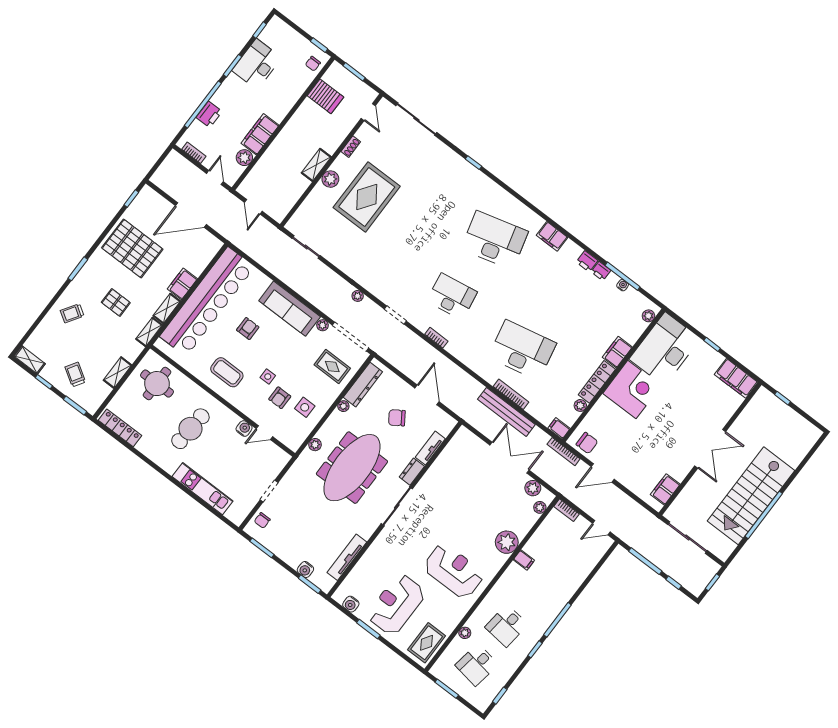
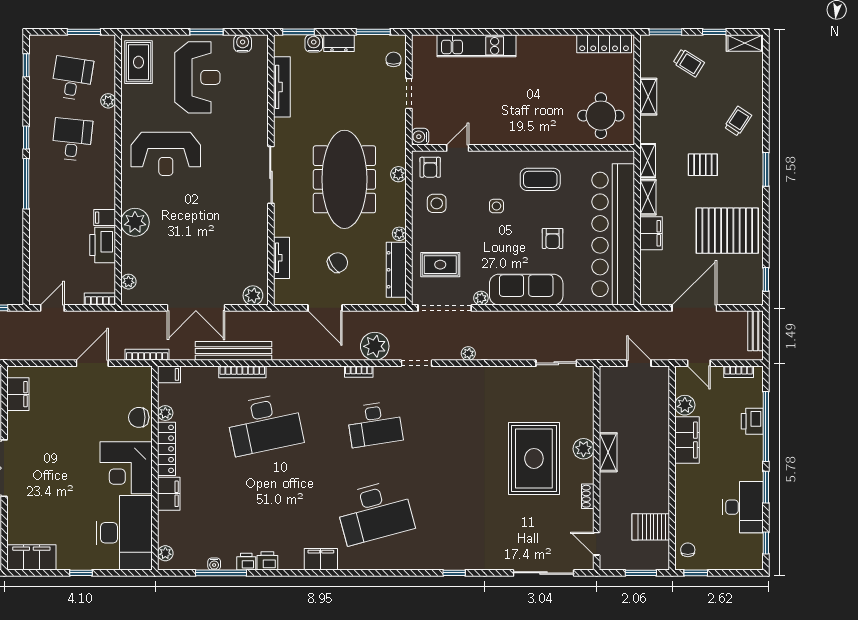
bench: (163, 171) -> (755, 331), added
plant: (414, 346) -> (375, 346), added
armchair: (280, 398) -> (430, 167), moved, turned 180
cafe table: (190, 429) -> (534, 96), removed
water cooler: (244, 429) -> (420, 137), moved, turned 90
chair: (587, 443) -> (139, 417), moved
dresser: (412, 472) -> (339, 43), moved, turned 90
plant: (533, 488) -> (253, 295), moved
printer: (539, 543) -> (103, 245), added

